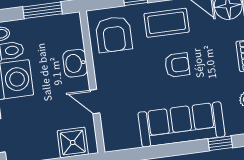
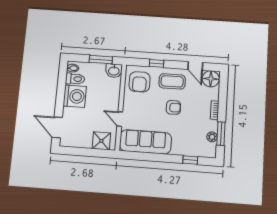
washbasin: (75, 63) -> (114, 71), moved, turned -90
sofa: (181, 124) -> (145, 142), moved

